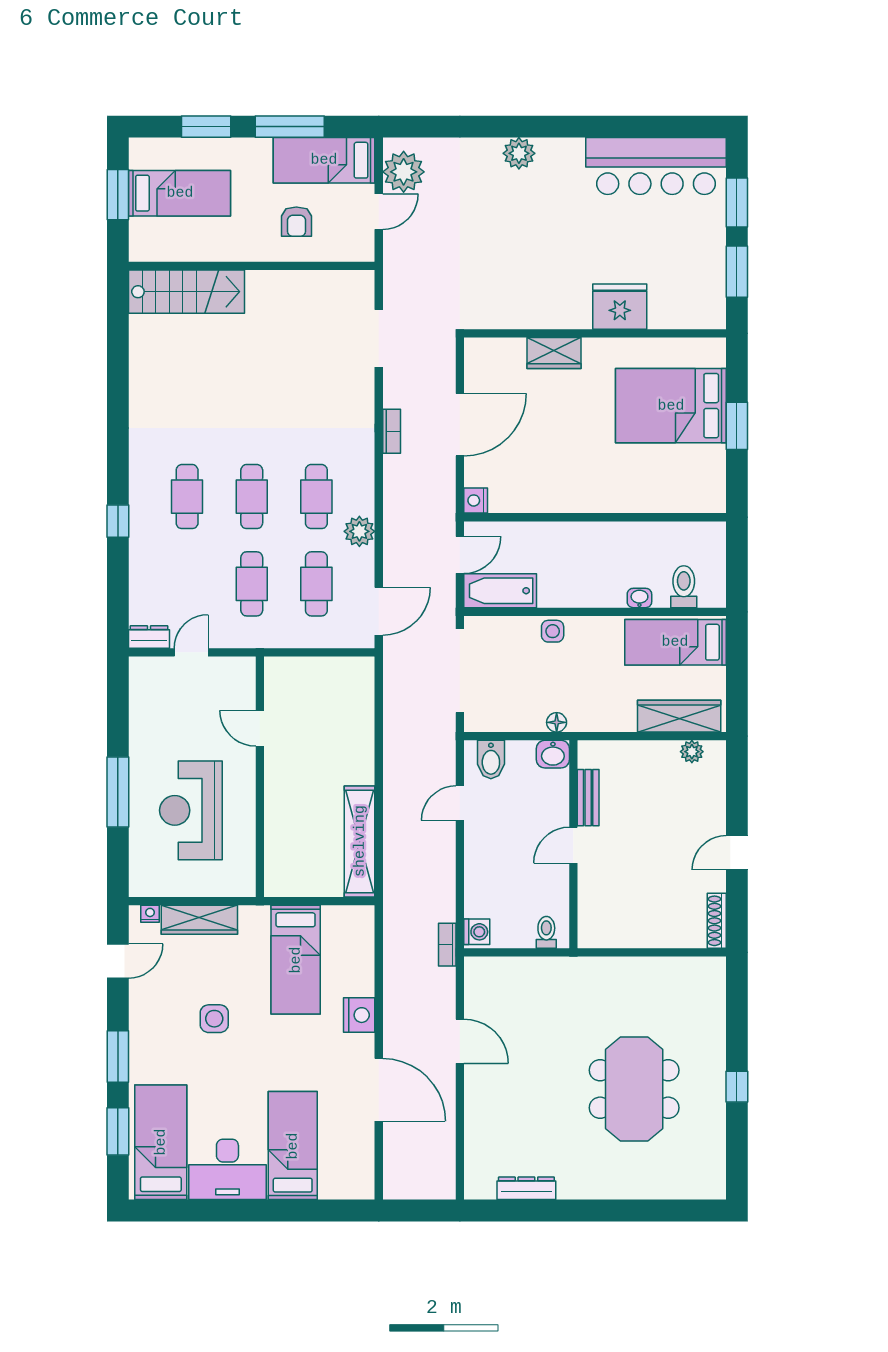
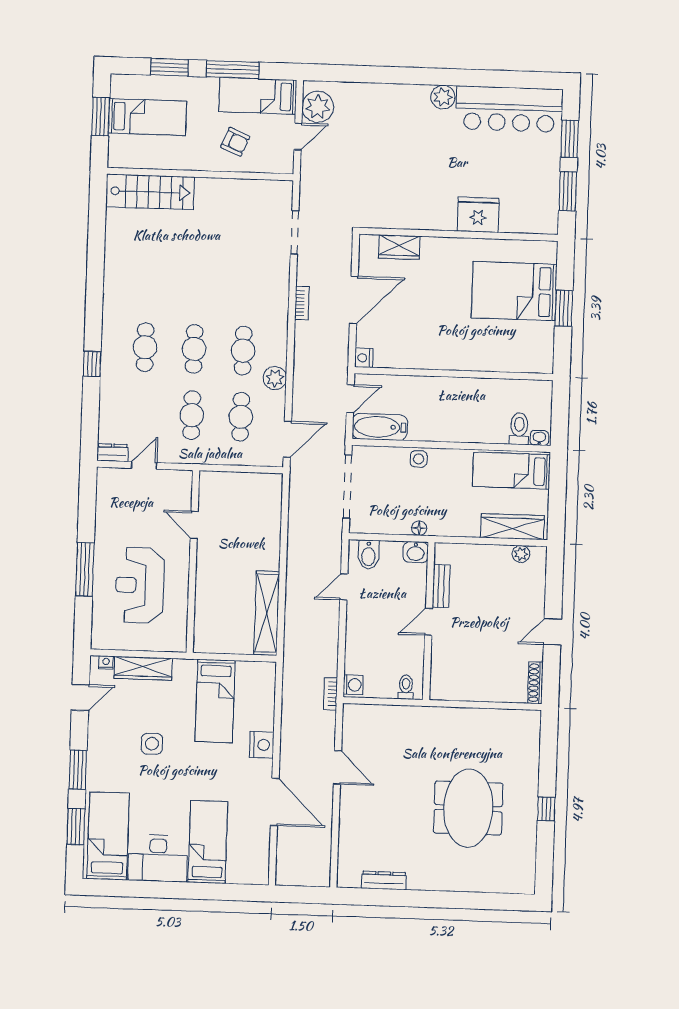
plant: (519, 153) -> (443, 97), moved
armchair: (296, 222) -> (235, 142), turned -67
wardrobe: (554, 353) -> (399, 247), moved
washbasin: (639, 598) -> (539, 438), moved

